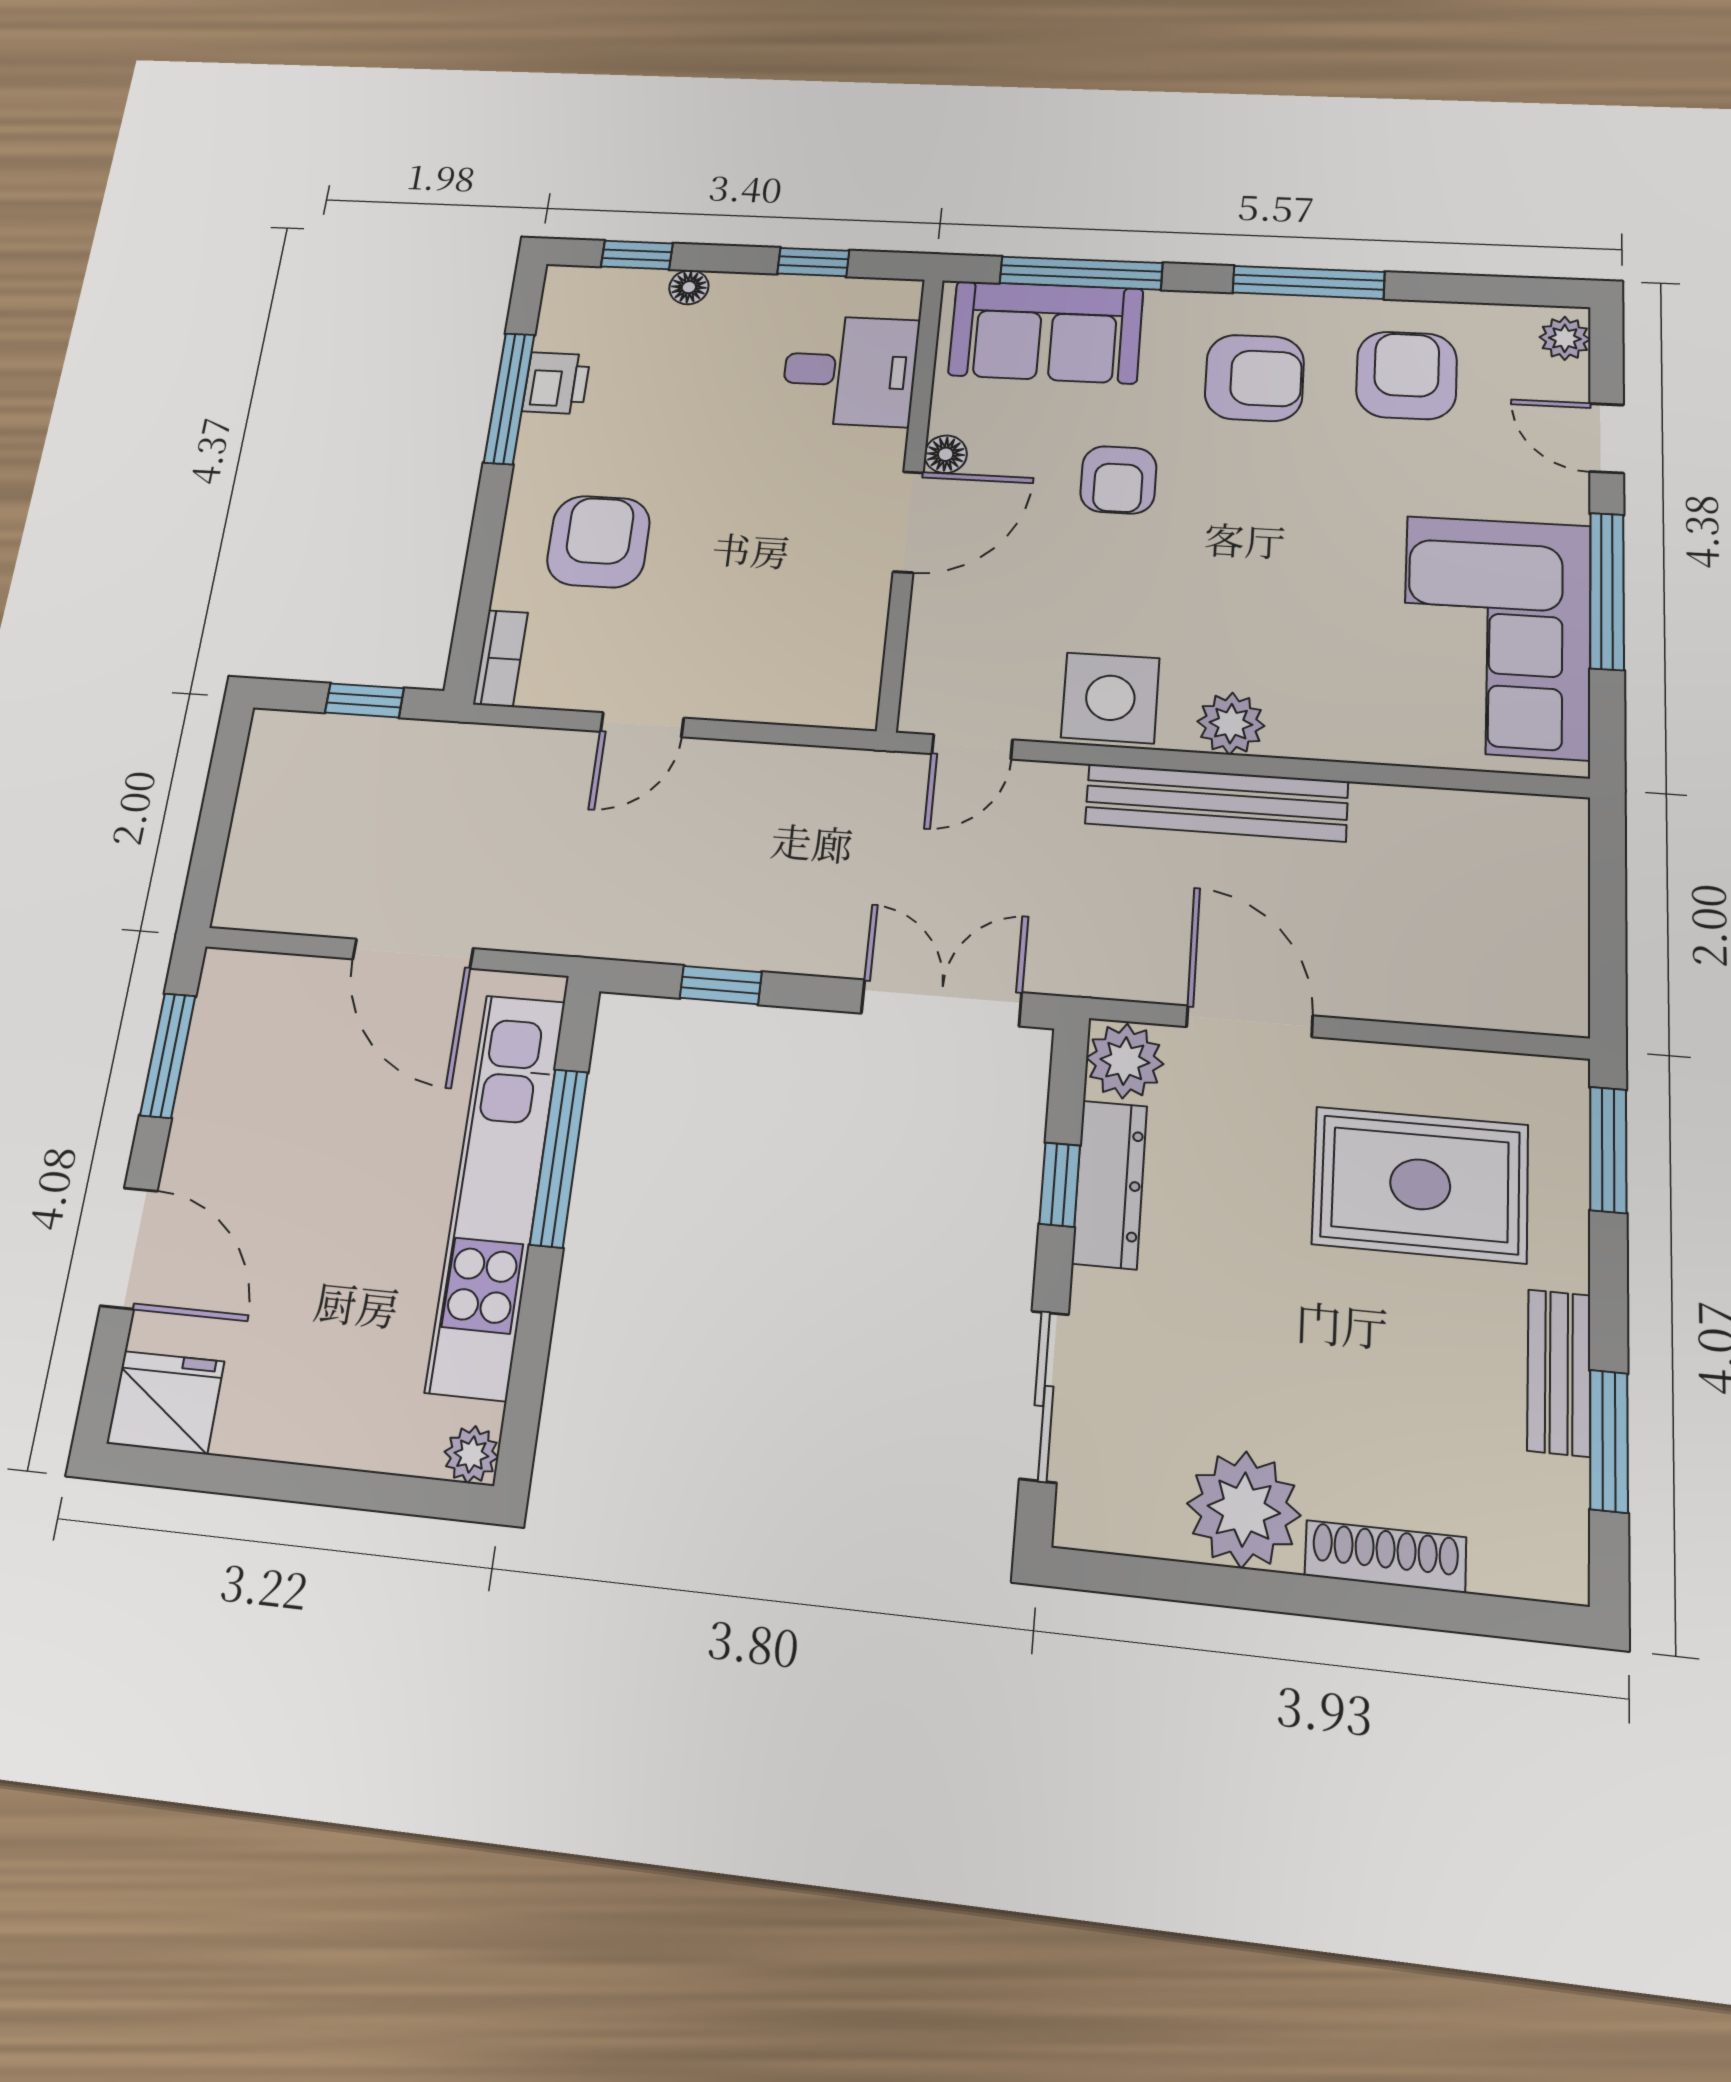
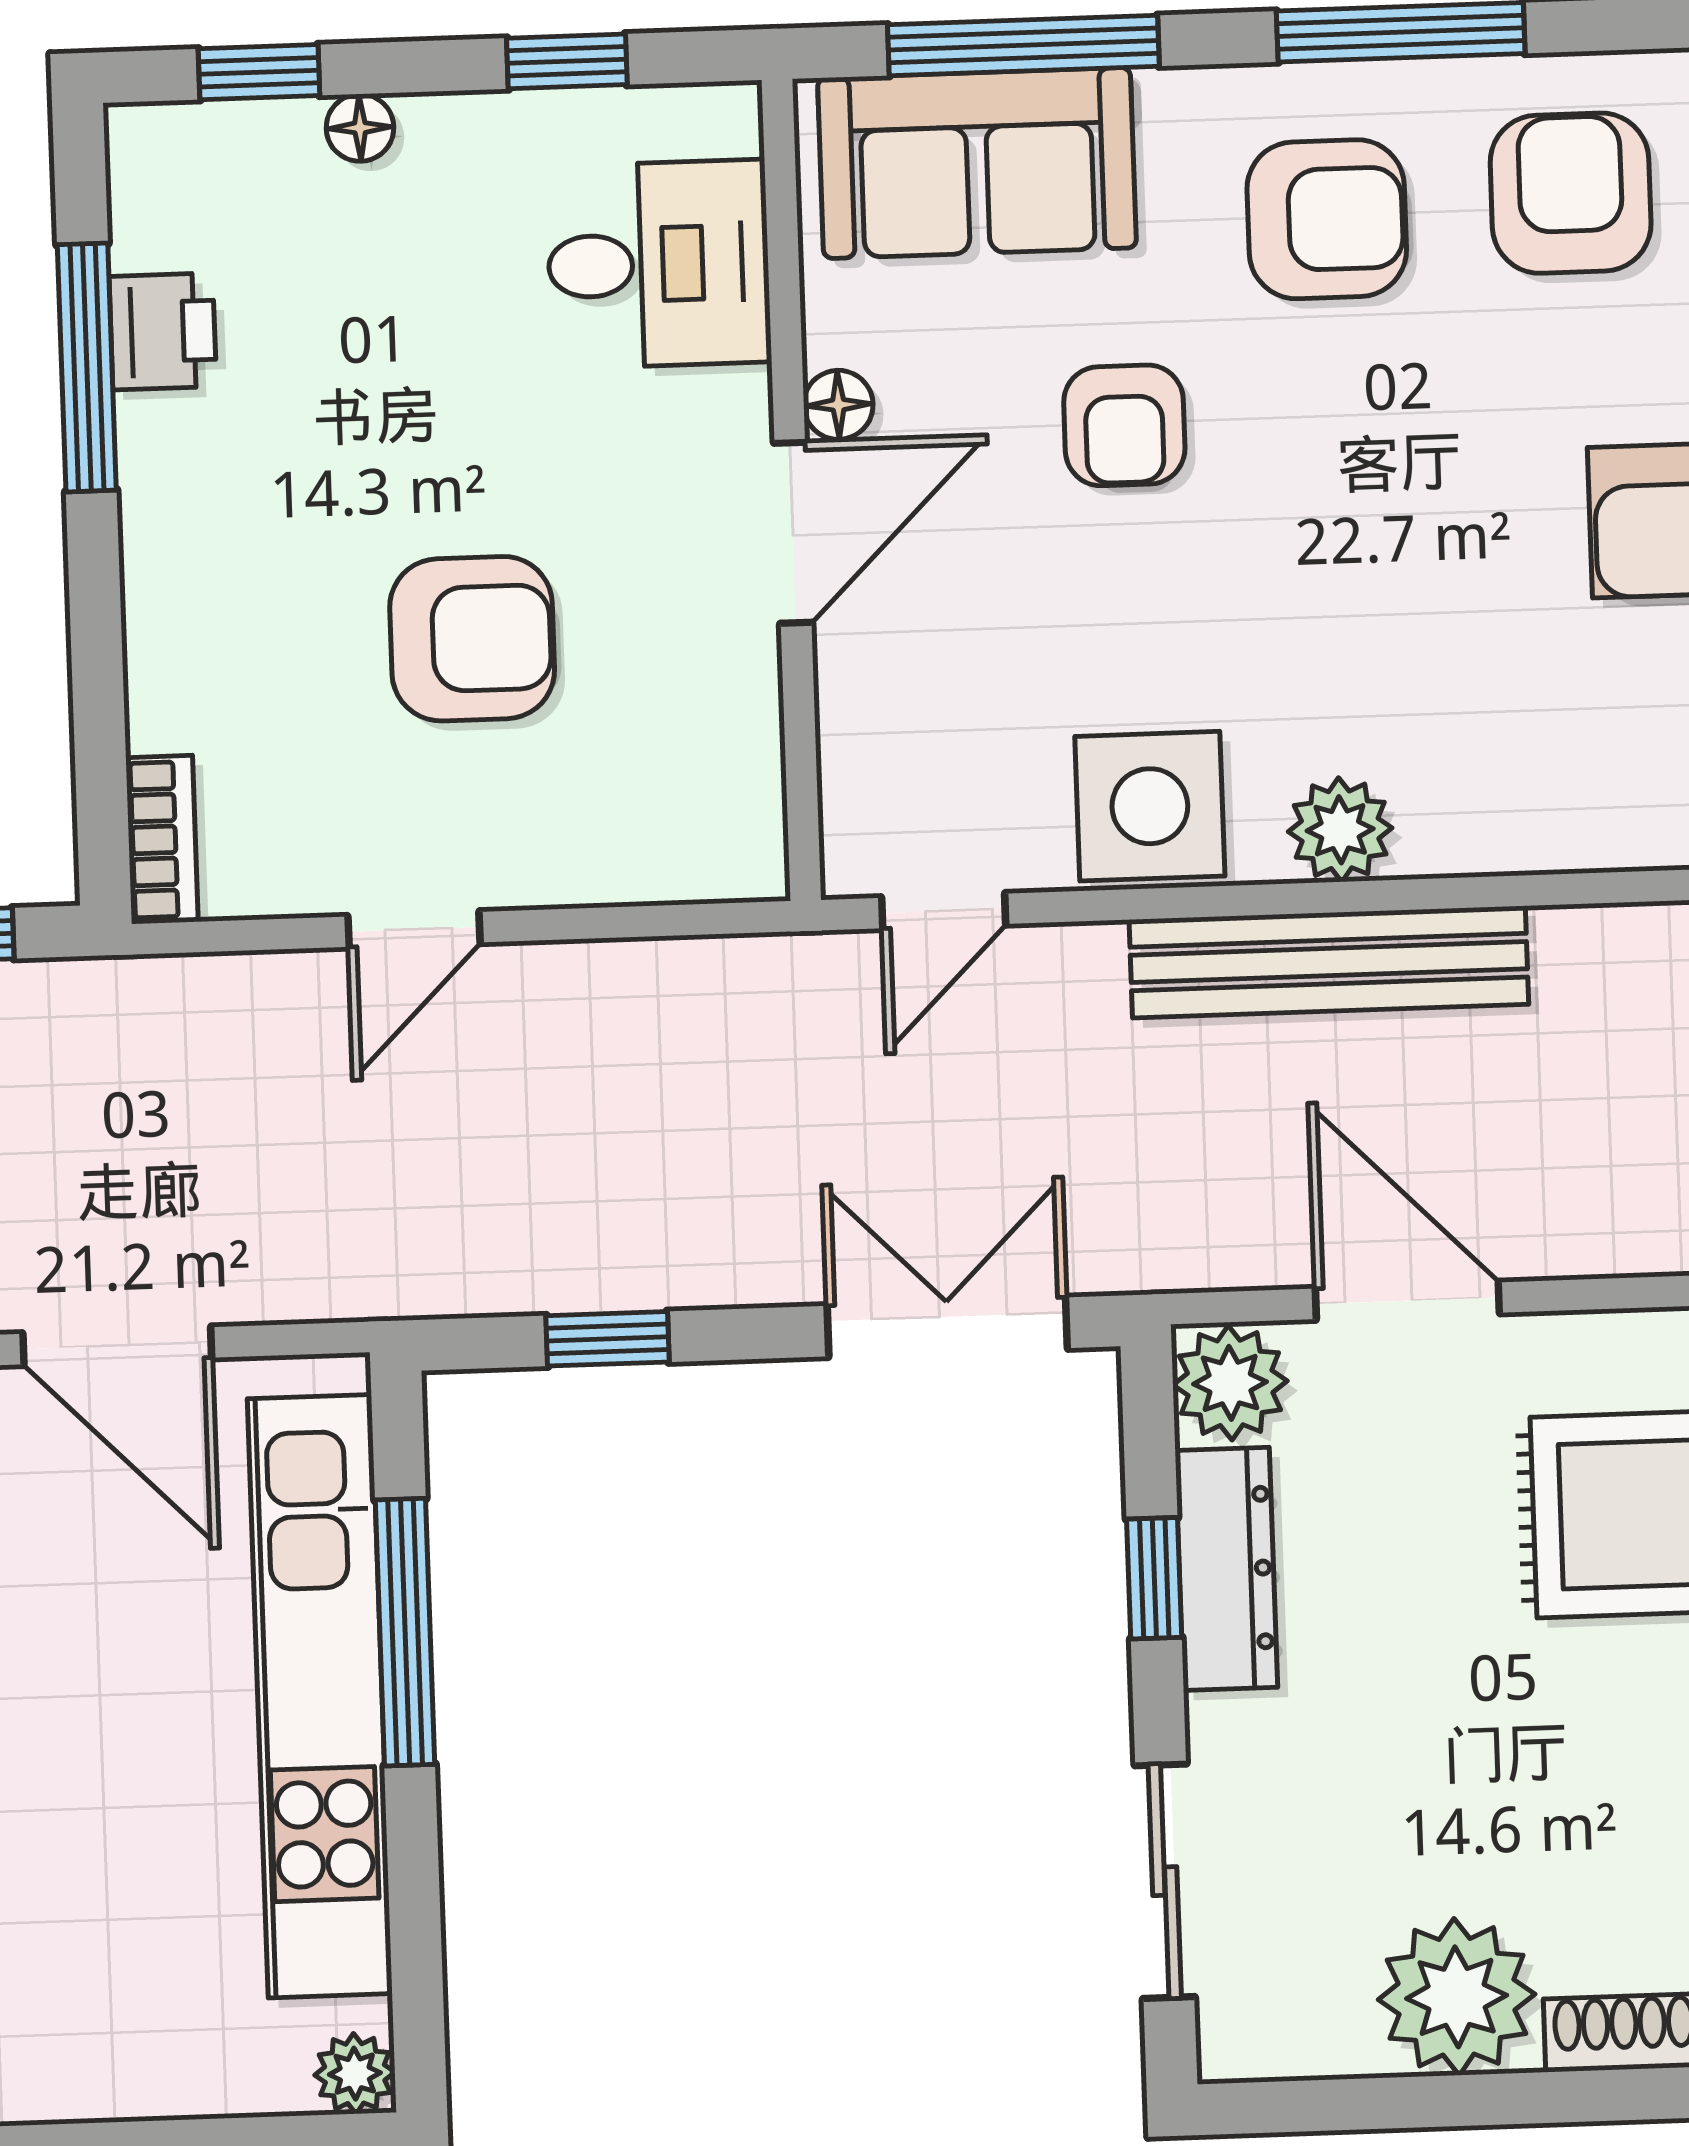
armchair: (598, 542) -> (472, 639), moved, turned 90

